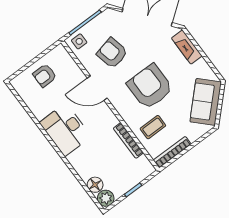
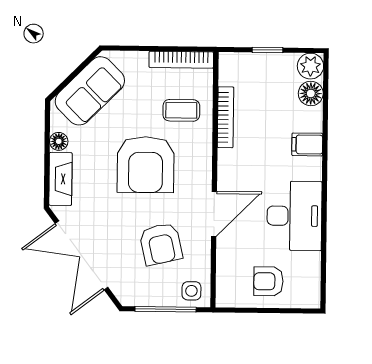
floor lamp: (202, 65) -> (59, 141), added
armchair: (45, 75) -> (268, 281), turned 180
door: (97, 88) -> (214, 214), hinge flipped
desk: (65, 130) -> (294, 216), moved
filing cabinet: (77, 158) -> (307, 144), added

